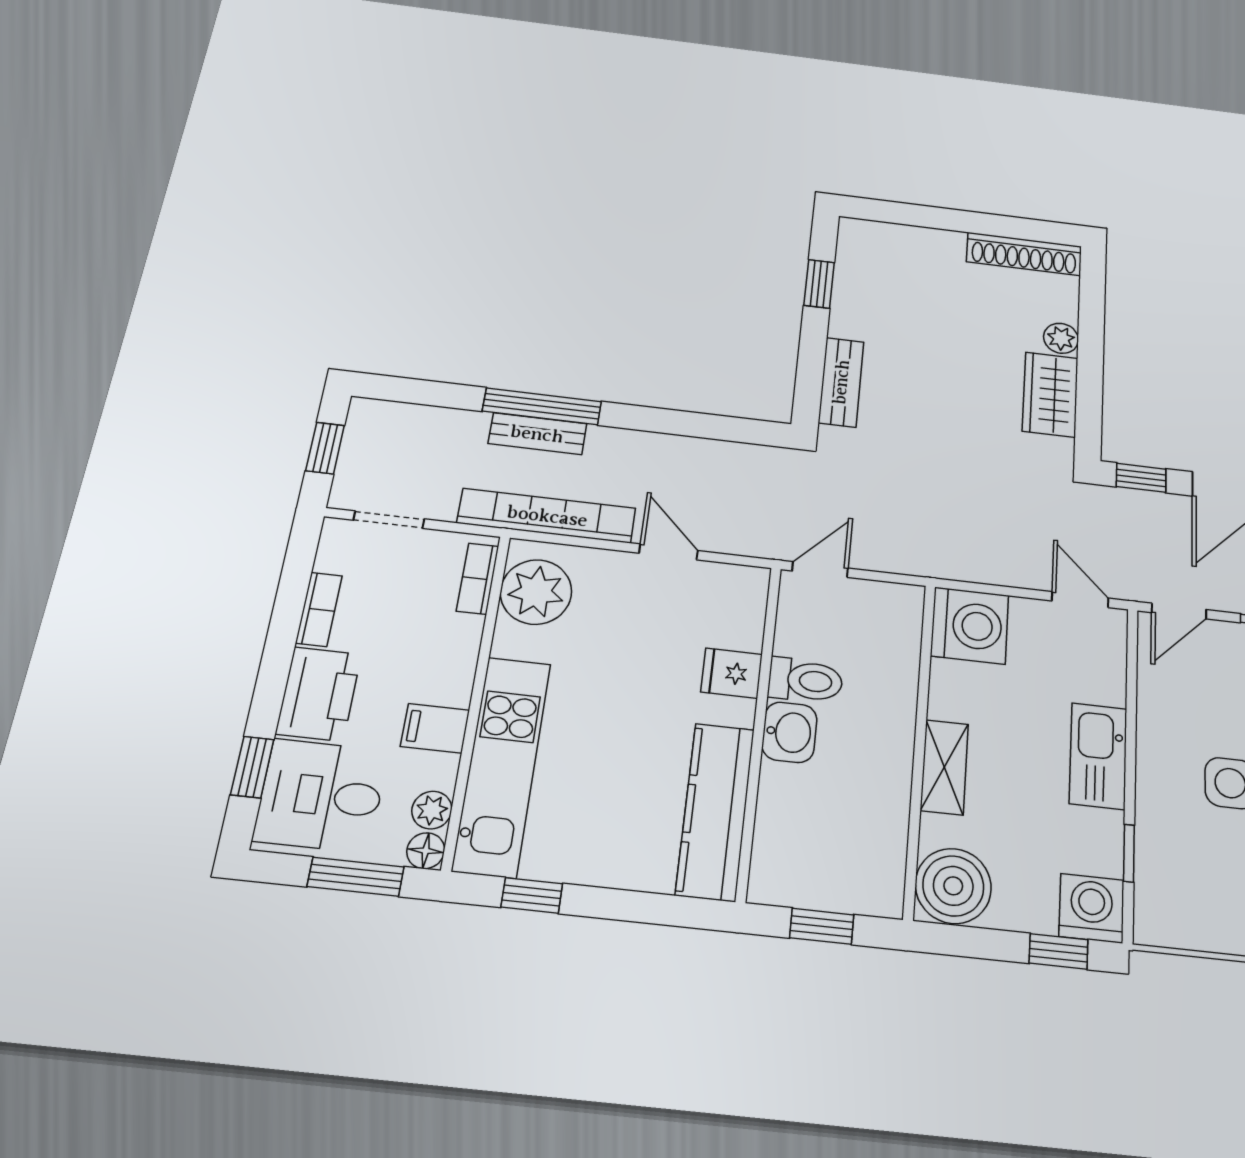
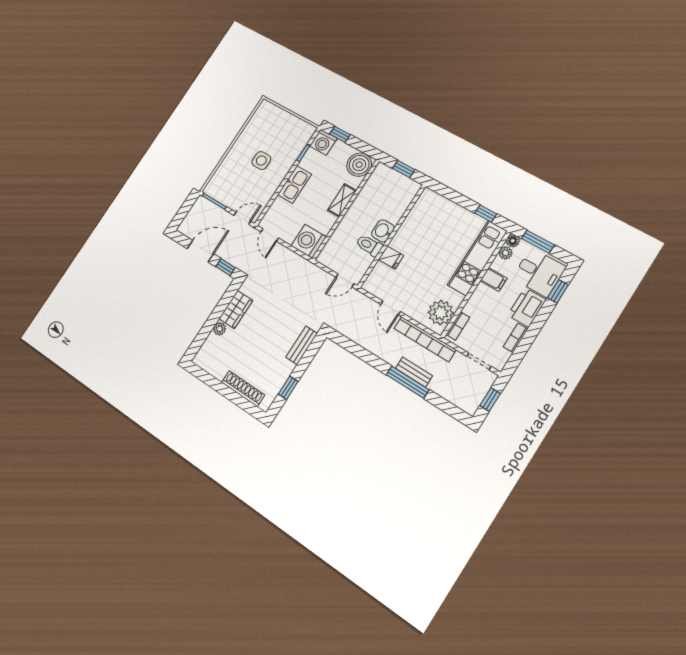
shoe rack: (1024, 254) -> (243, 389), moved
kitchen counter: (715, 811) -> (418, 216), removed

